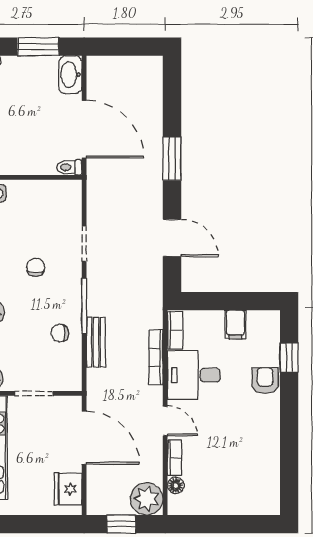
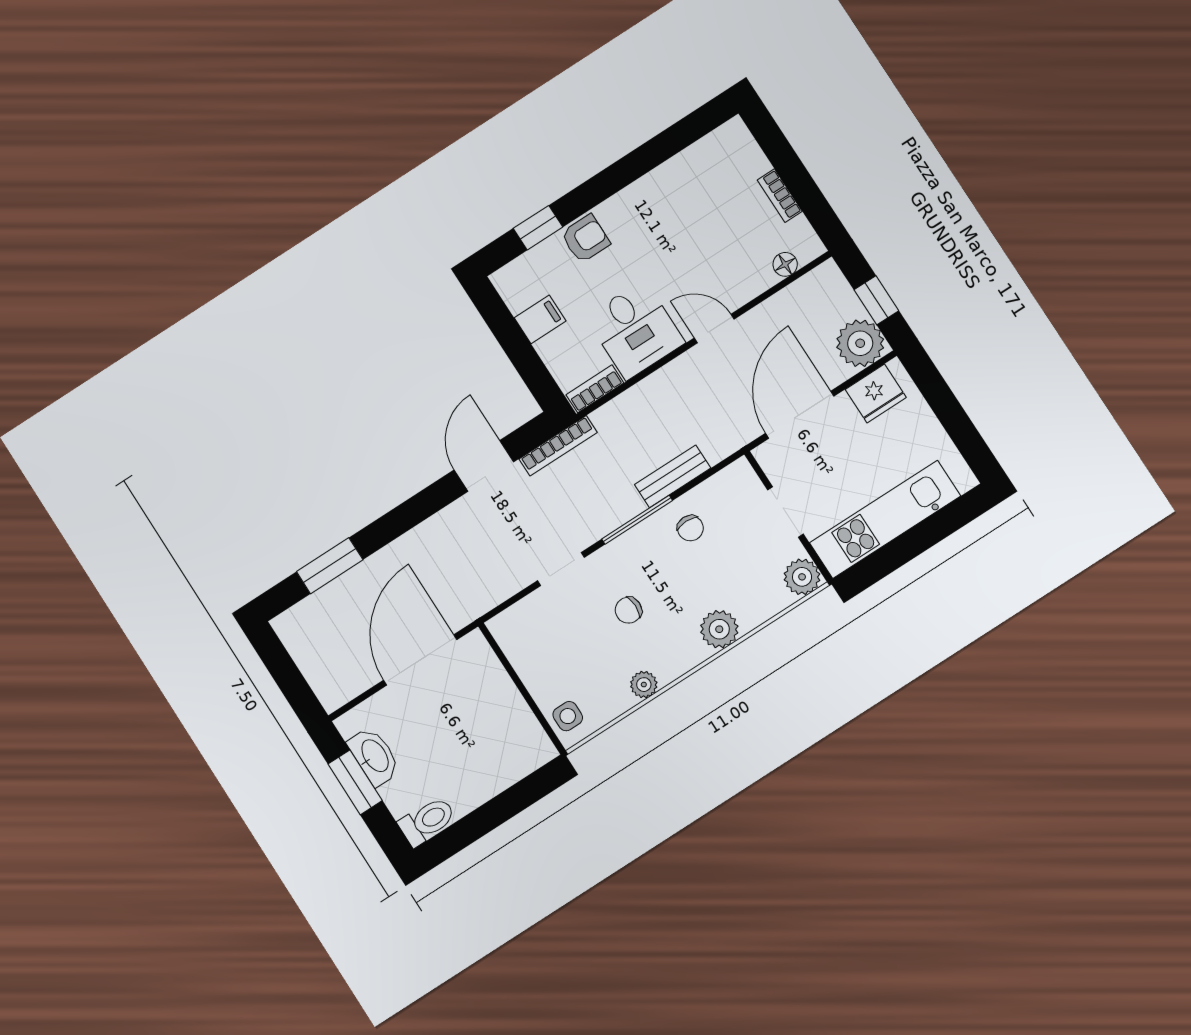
washbasin: (70, 75) -> (374, 756), moved, turned -90
window: (172, 159) -> (330, 566), moved
toilet: (69, 167) -> (479, 648), removed
bookcase: (156, 357) -> (558, 446), moved
armchair: (265, 381) -> (585, 239), turned 180
door: (165, 421) -> (714, 329), hinge flipped
bookcase: (175, 458) -> (780, 196), moved, turned -90
plant: (147, 499) -> (860, 343), moved

